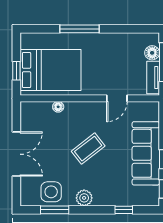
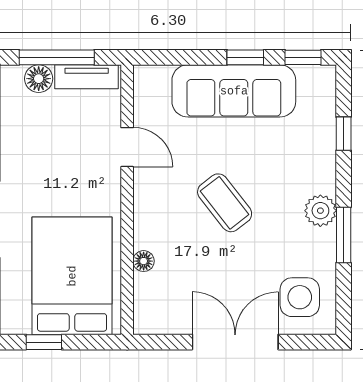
window: (16, 71) -> (44, 342), moved
side table: (51, 192) -> (300, 297), moved
window: (55, 210) -> (344, 235), moved

